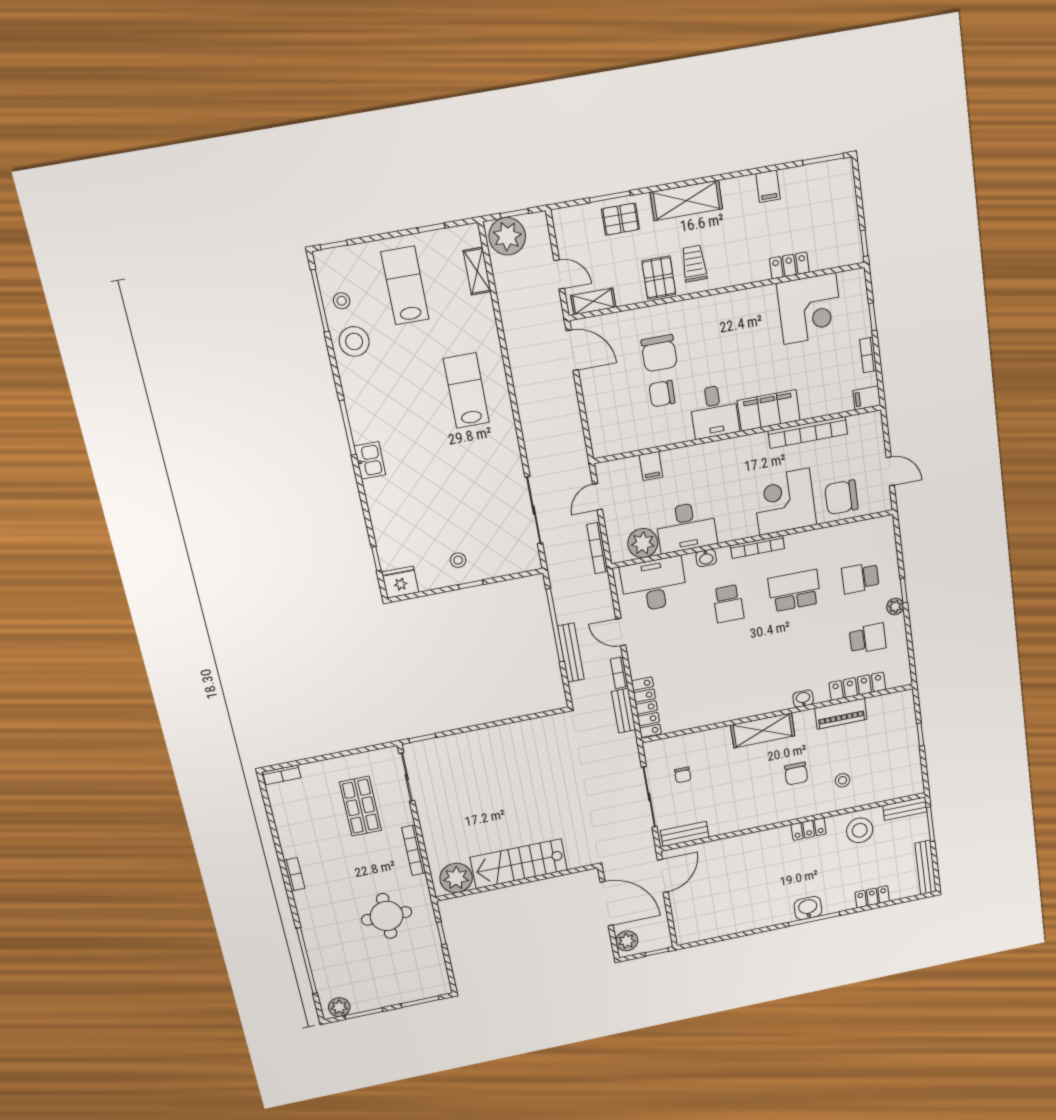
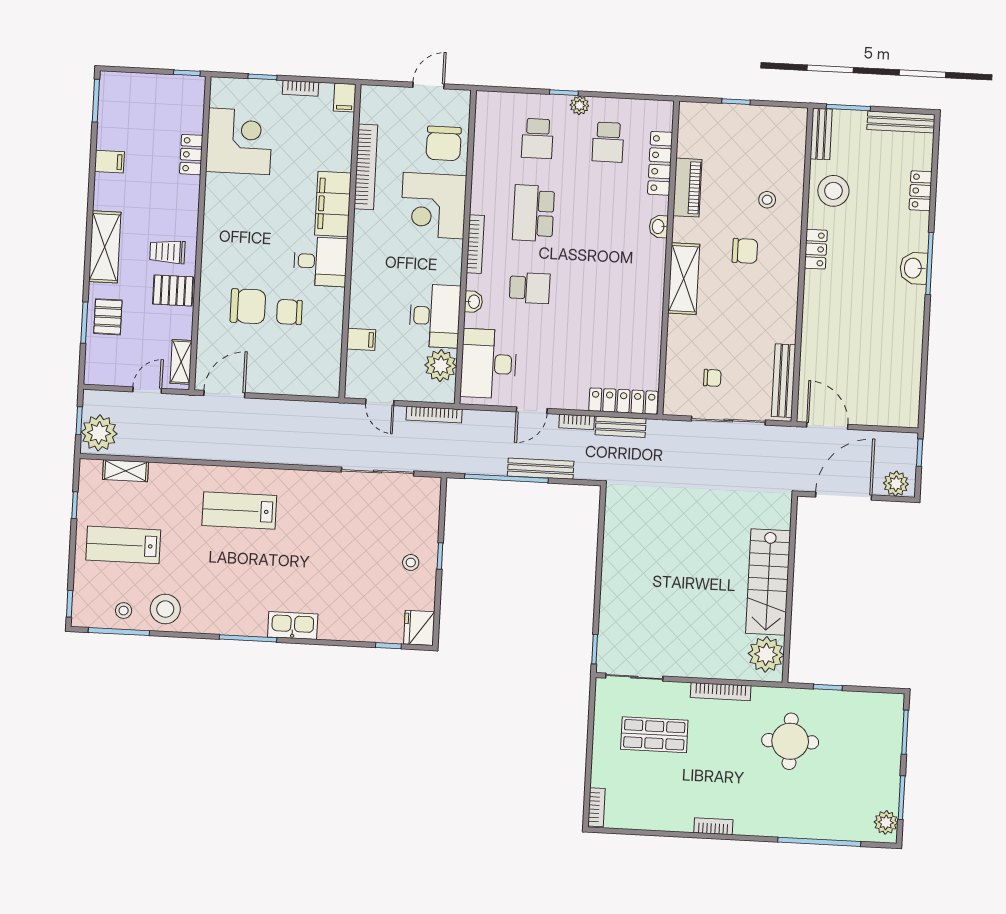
chair: (662, 394) -> (289, 312), turned 90
kitchen sink: (370, 460) -> (293, 625), width x1.38
school desk: (868, 638) -> (608, 142), turned 180
bench: (685, 834) -> (784, 381), width x1.36

